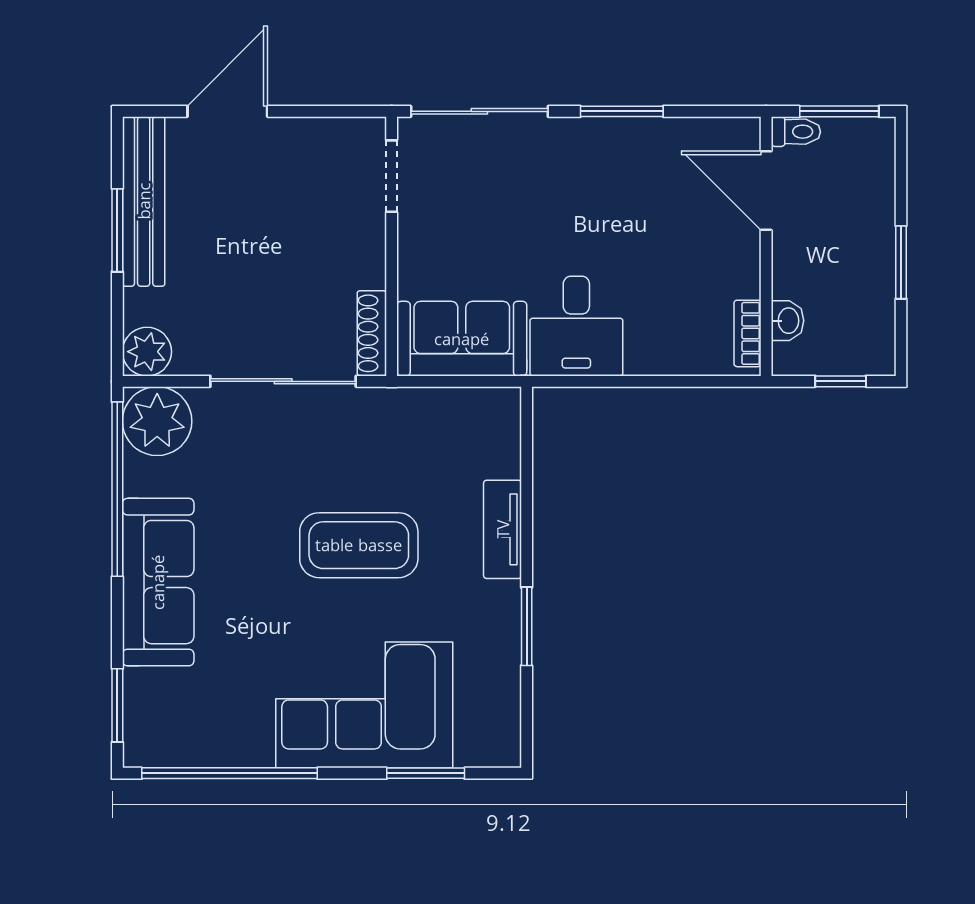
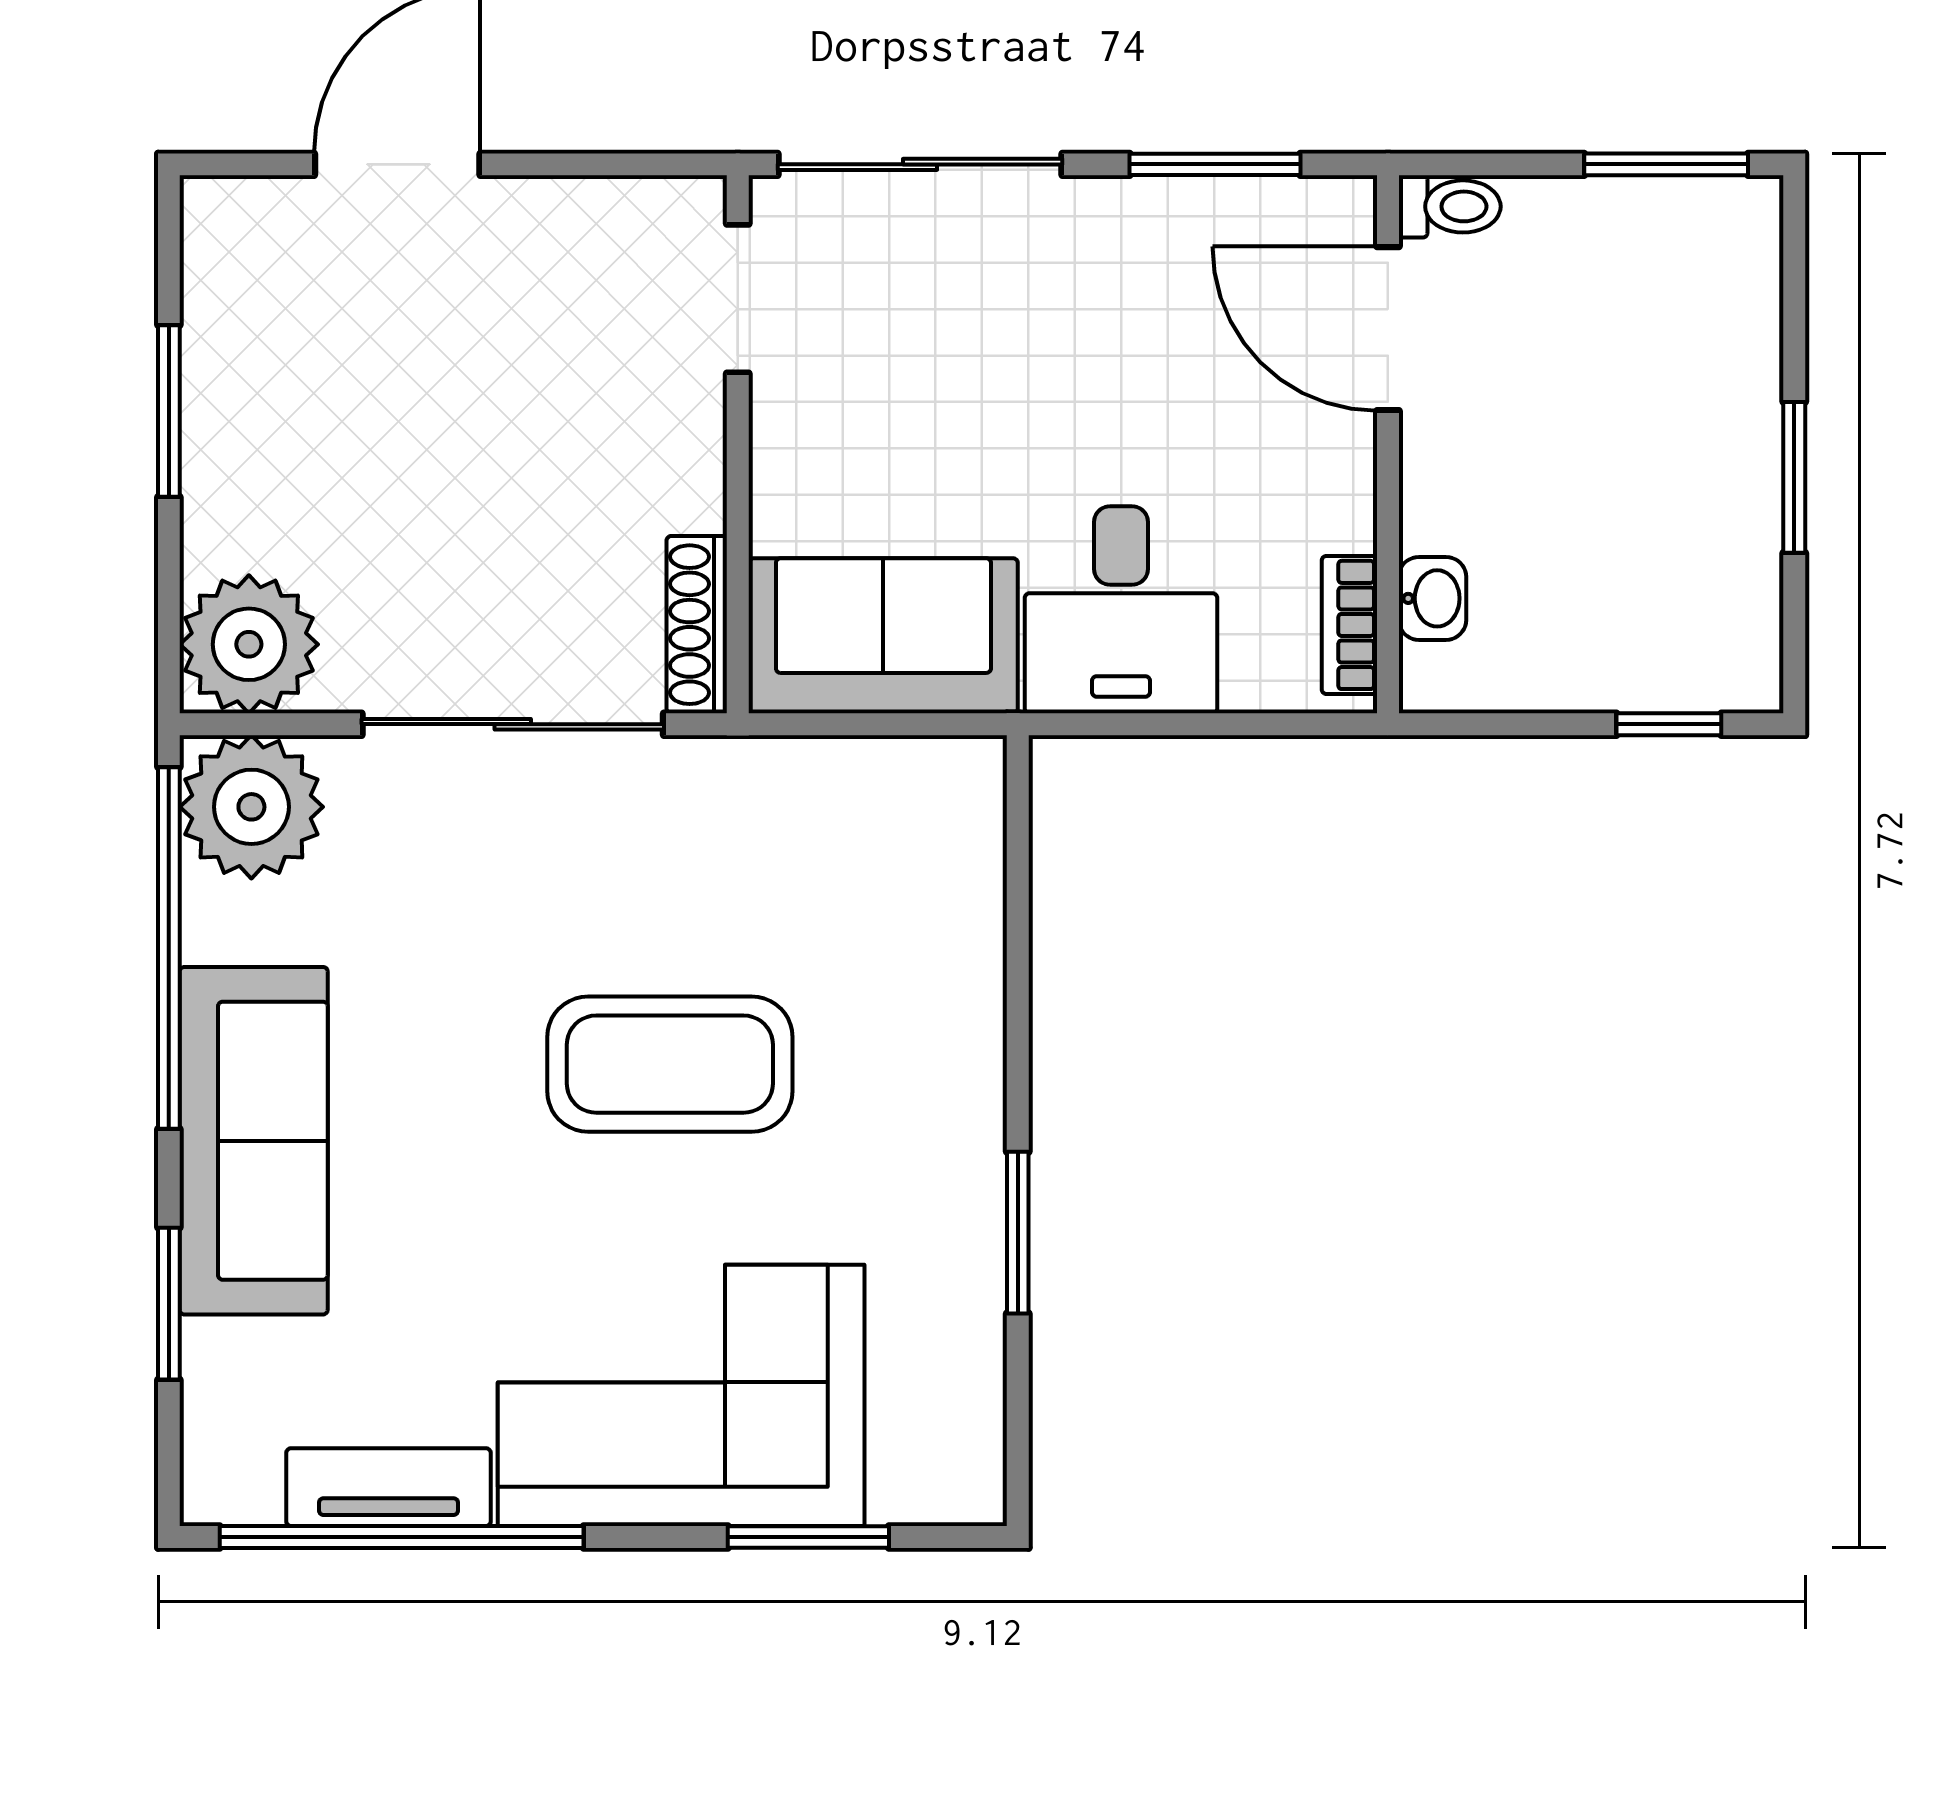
toilet: (796, 132) -> (1450, 206), moved
door: (766, 191) -> (1388, 329), moved
bench: (144, 201) -> (224, 351), removed
wall: (766, 246) -> (1388, 444), moved
washbasin: (787, 321) -> (1432, 598), moved
bookcase: (747, 333) -> (1349, 625), moved
plant: (147, 352) -> (249, 644), width x1.36, depth x1.36
tv unit: (503, 529) -> (388, 1487), moved, turned 90
window: (117, 705) -> (169, 1304), moved

